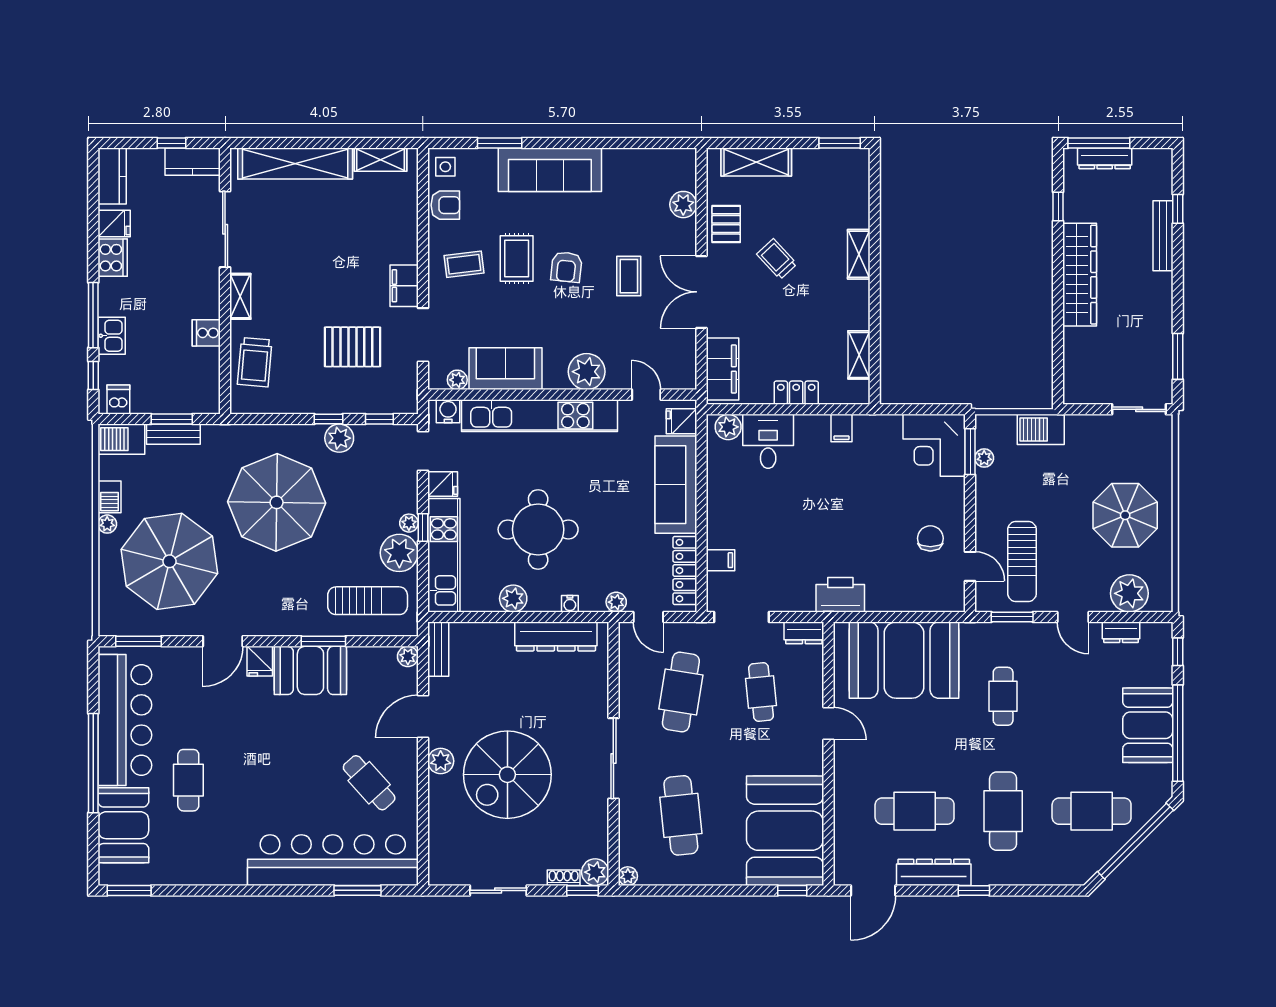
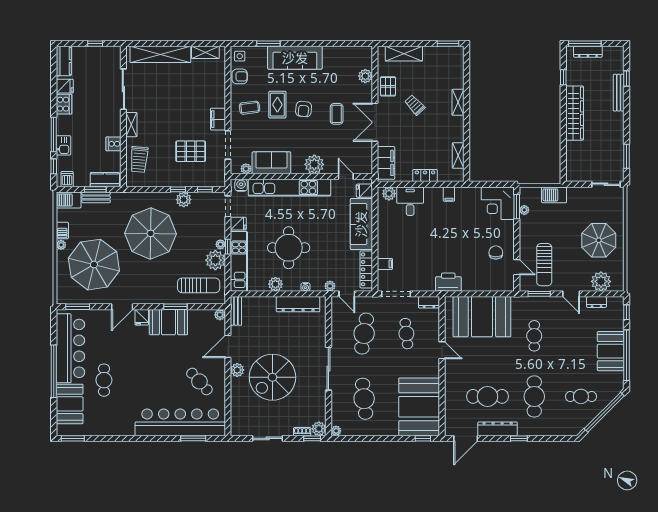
kitchen counter: (193, 162) -> (105, 180), moved, turned 180
cafe table: (1092, 811) -> (581, 396), width x0.73, depth x0.74

